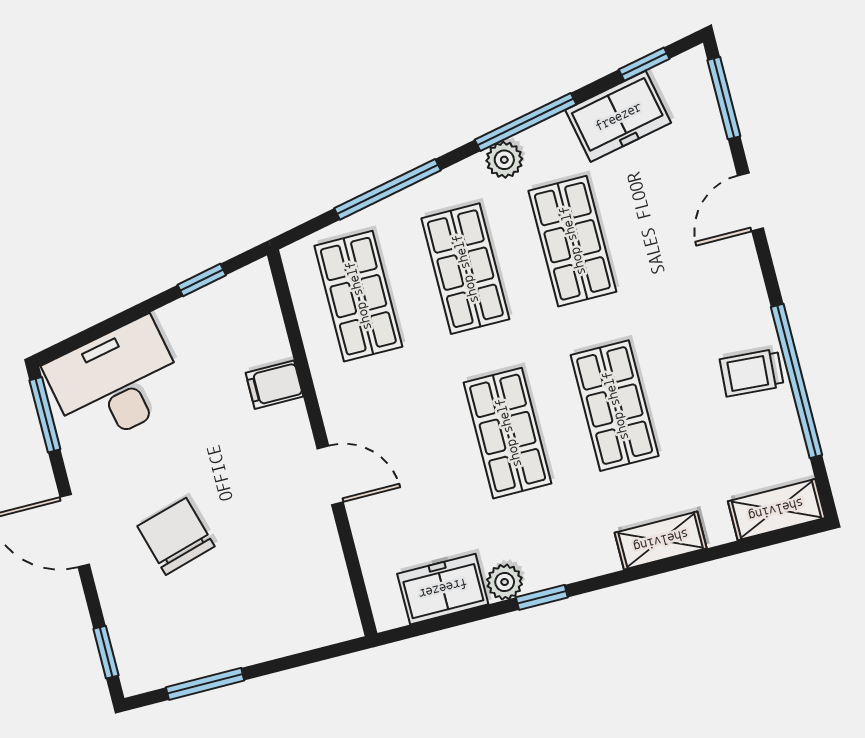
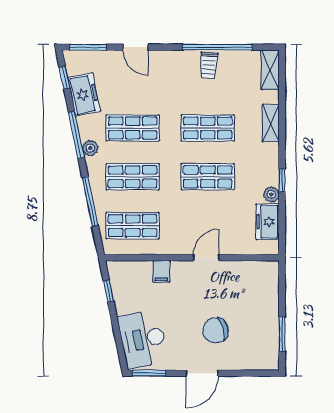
window: (106, 652) -> (258, 373), removed

